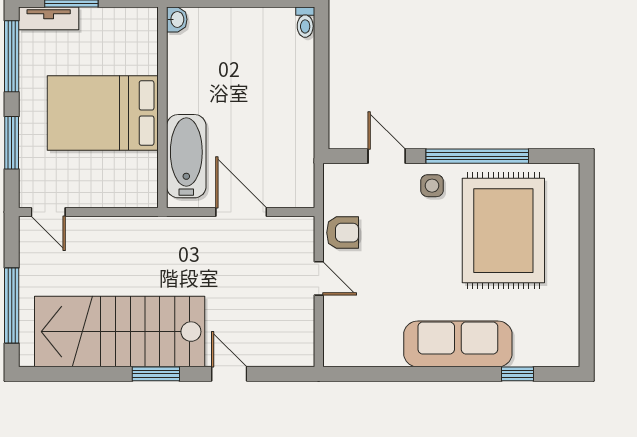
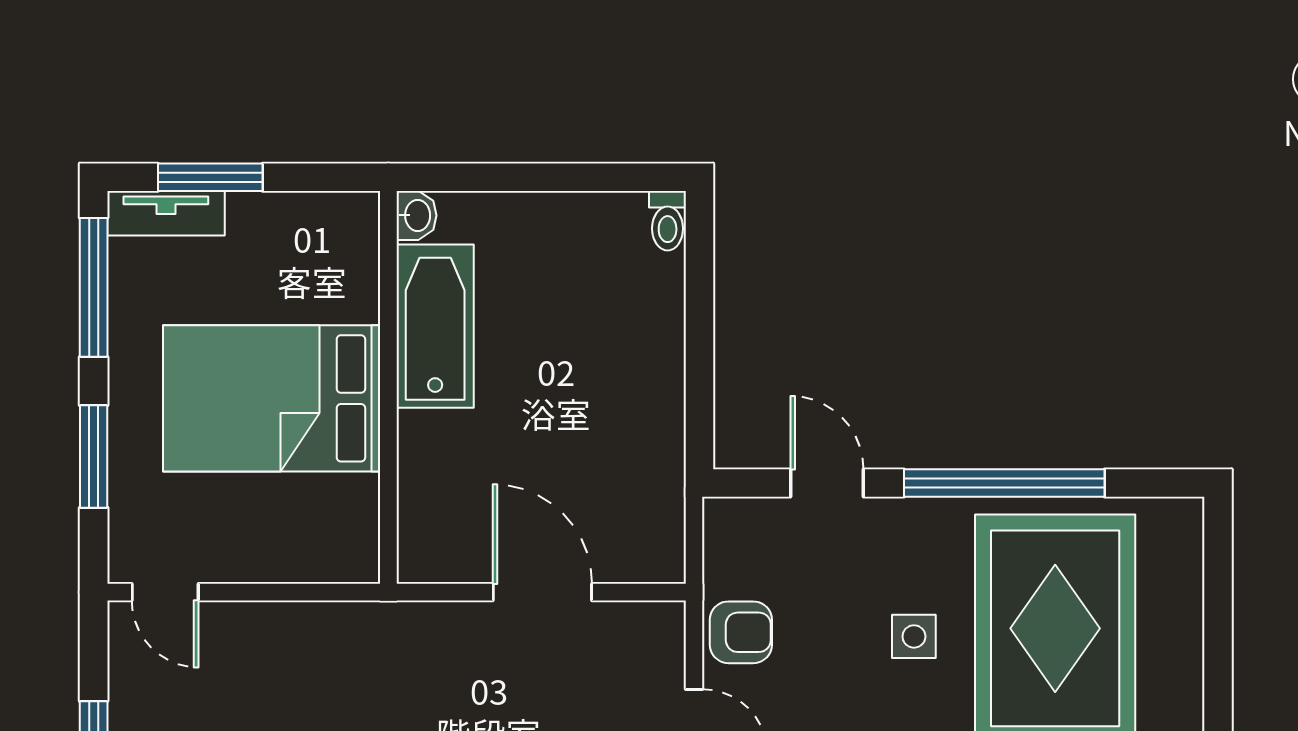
bathtub: (186, 156) -> (435, 326), moved
side table: (432, 186) -> (914, 636), moved

